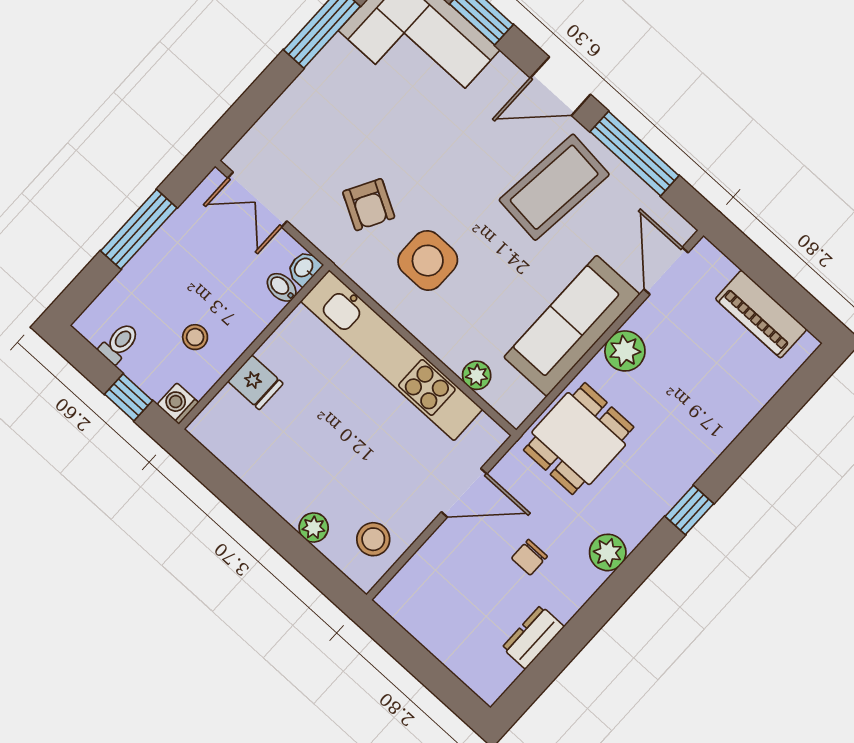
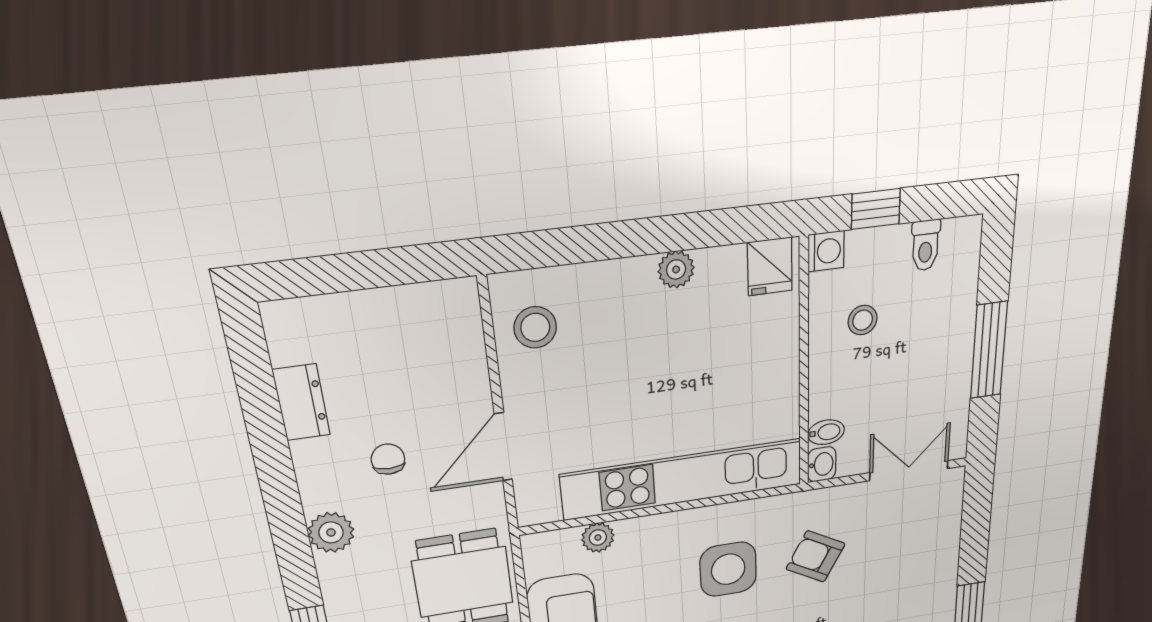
fridge: (255, 382) -> (770, 266), moved, turned -90
plant: (314, 528) -> (676, 269), moved

